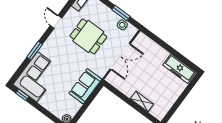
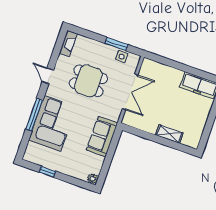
window: (35, 51) -> (34, 115), width x1.44
corner sofa: (37, 77) -> (52, 123), moved
window: (22, 95) -> (48, 172), moved

